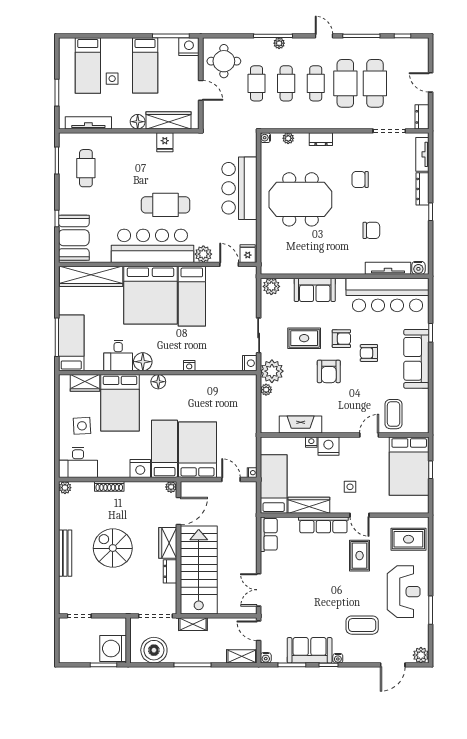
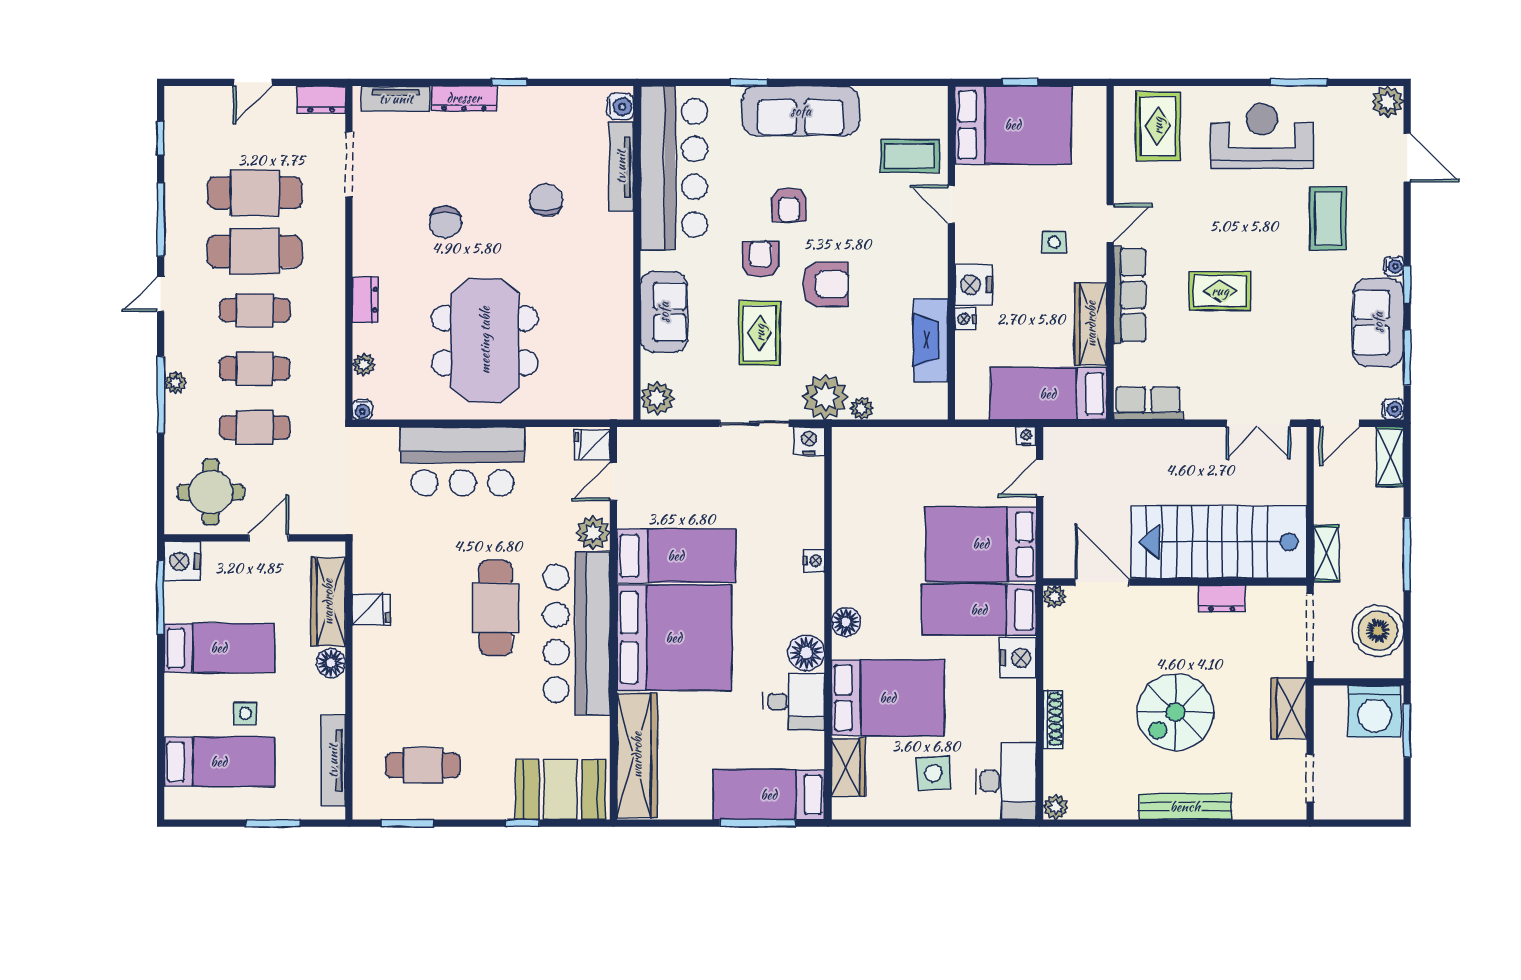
wardrobe: (168, 543) -> (1289, 708), moved, turned 90
rug: (360, 556) -> (1220, 291), moved

